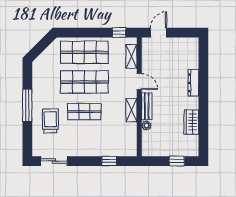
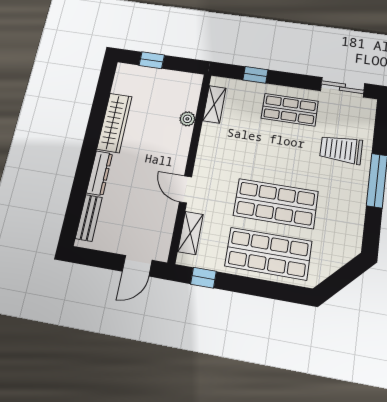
bench: (147, 106) -> (89, 218), moved
shelving: (131, 110) -> (214, 104), moved
shop shelf: (84, 112) -> (290, 110), moved
trolley: (50, 121) -> (341, 149), turned 90
wardrobe: (191, 122) -> (114, 123), width x1.50

